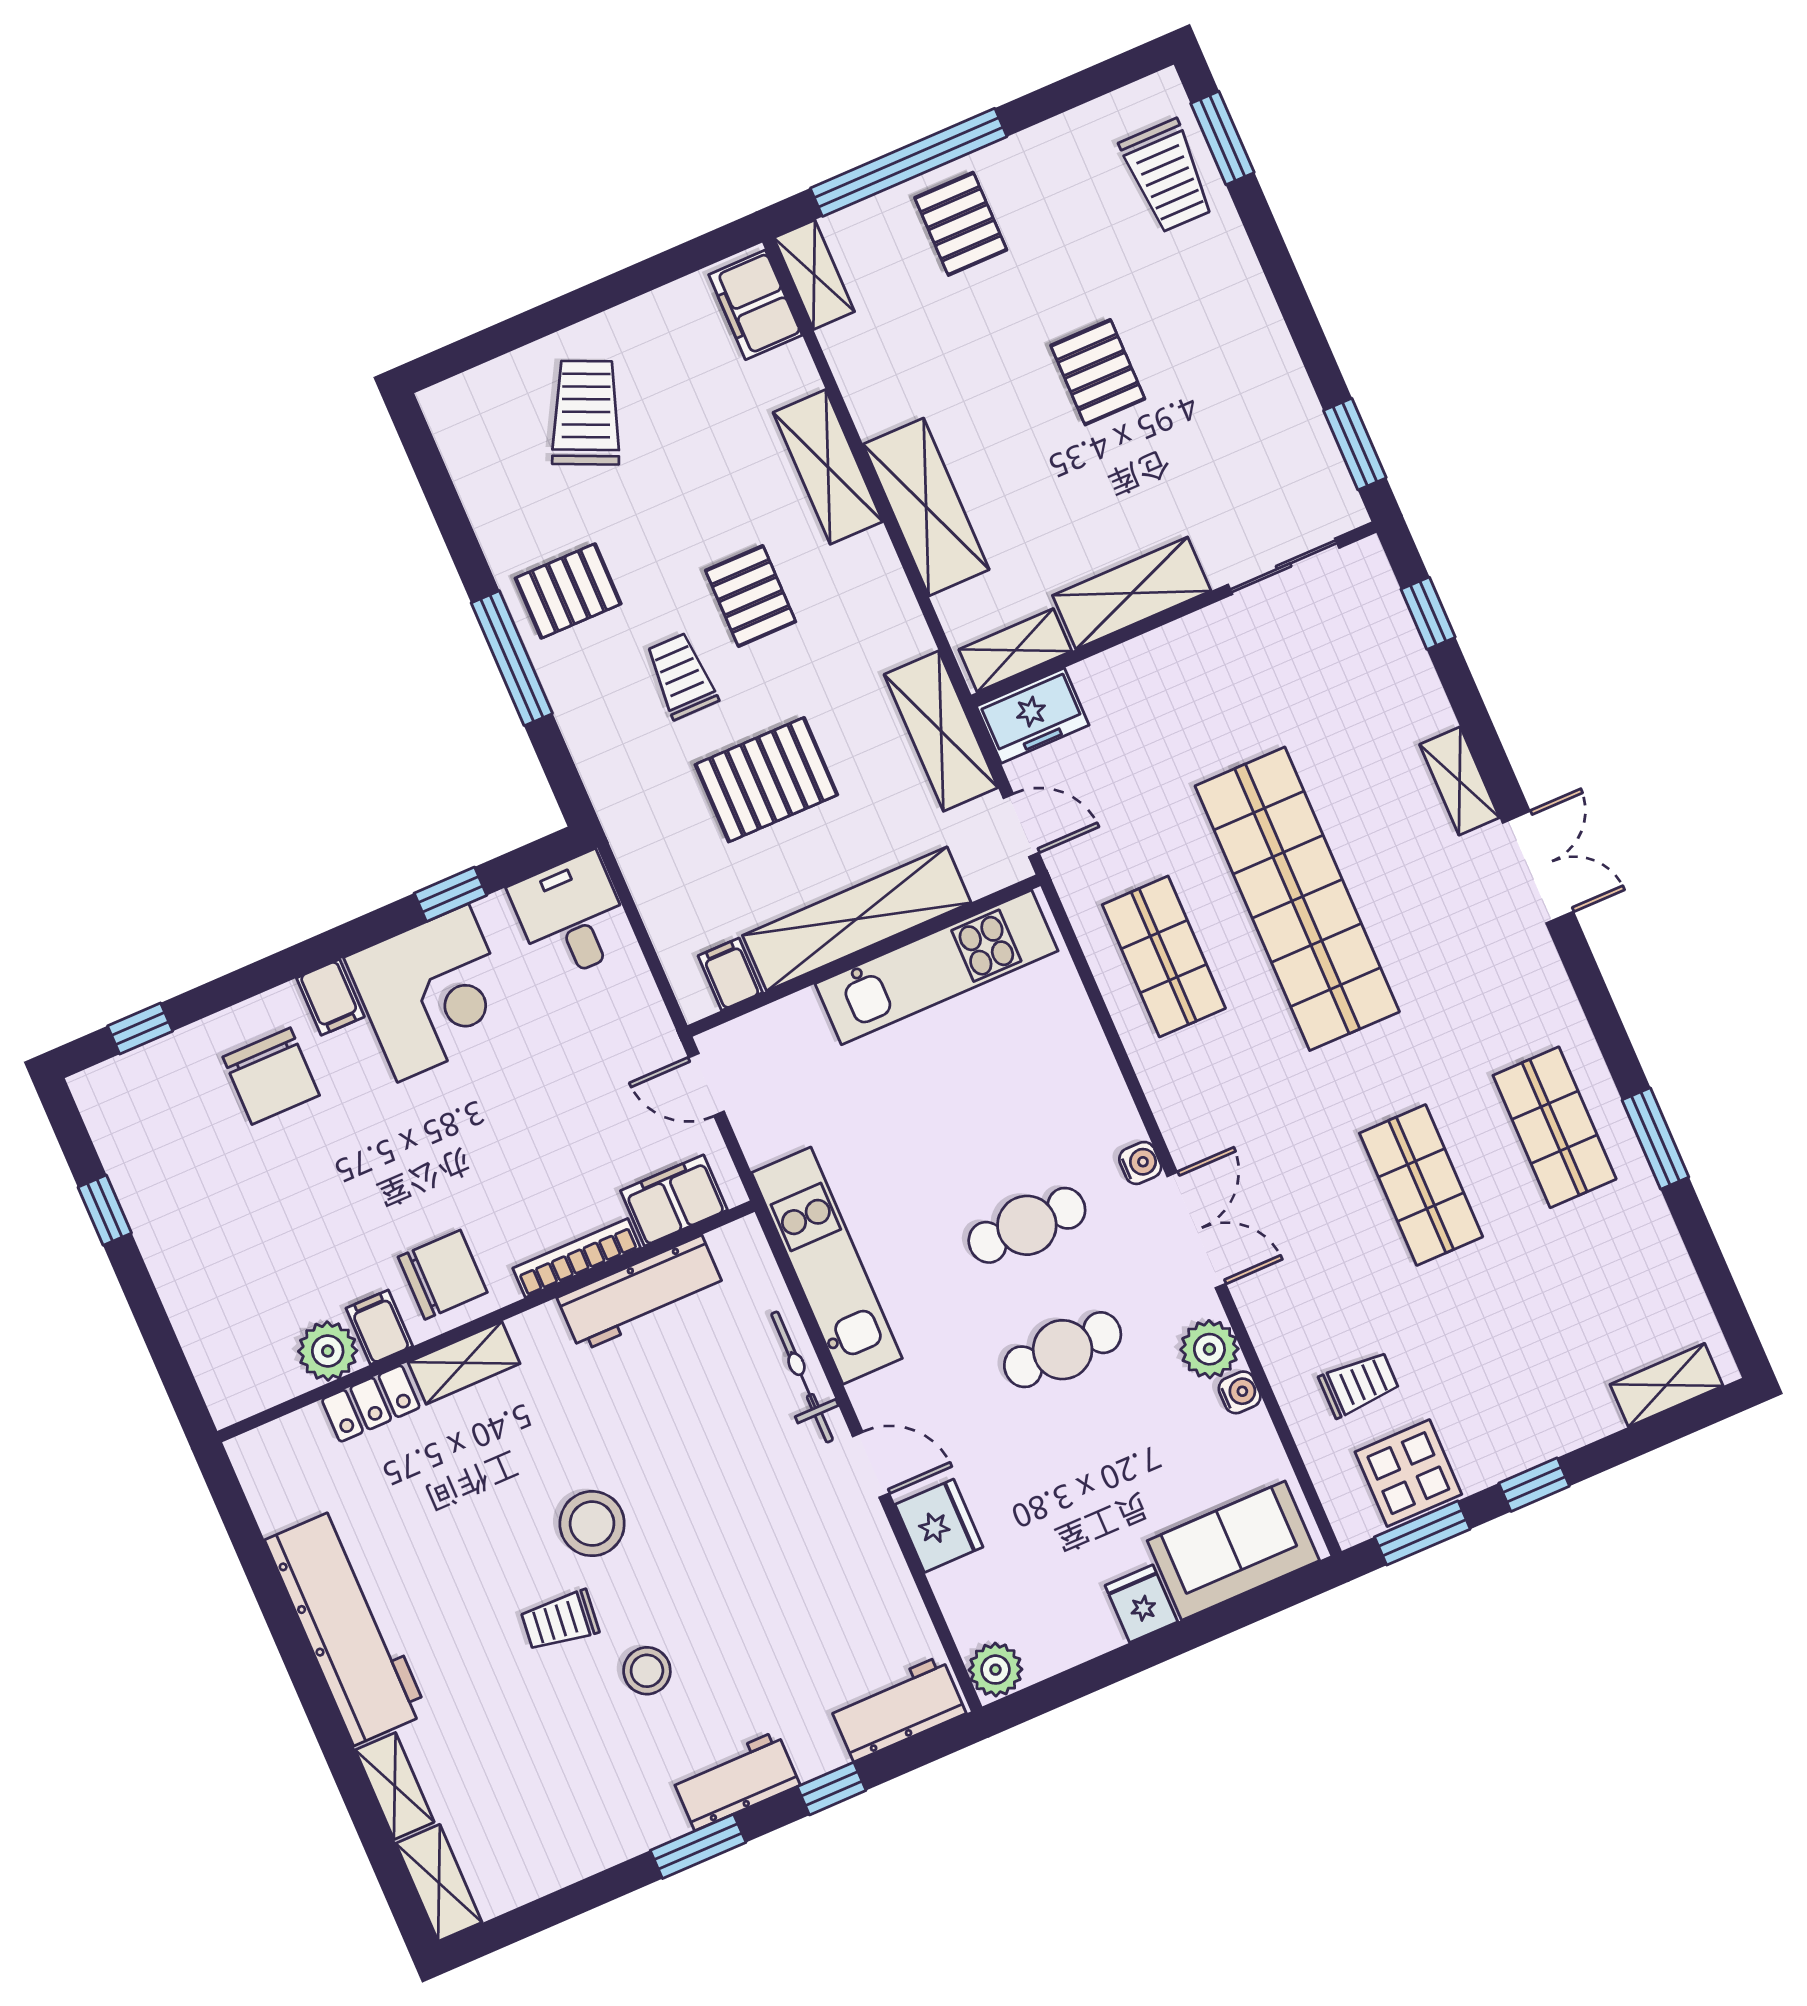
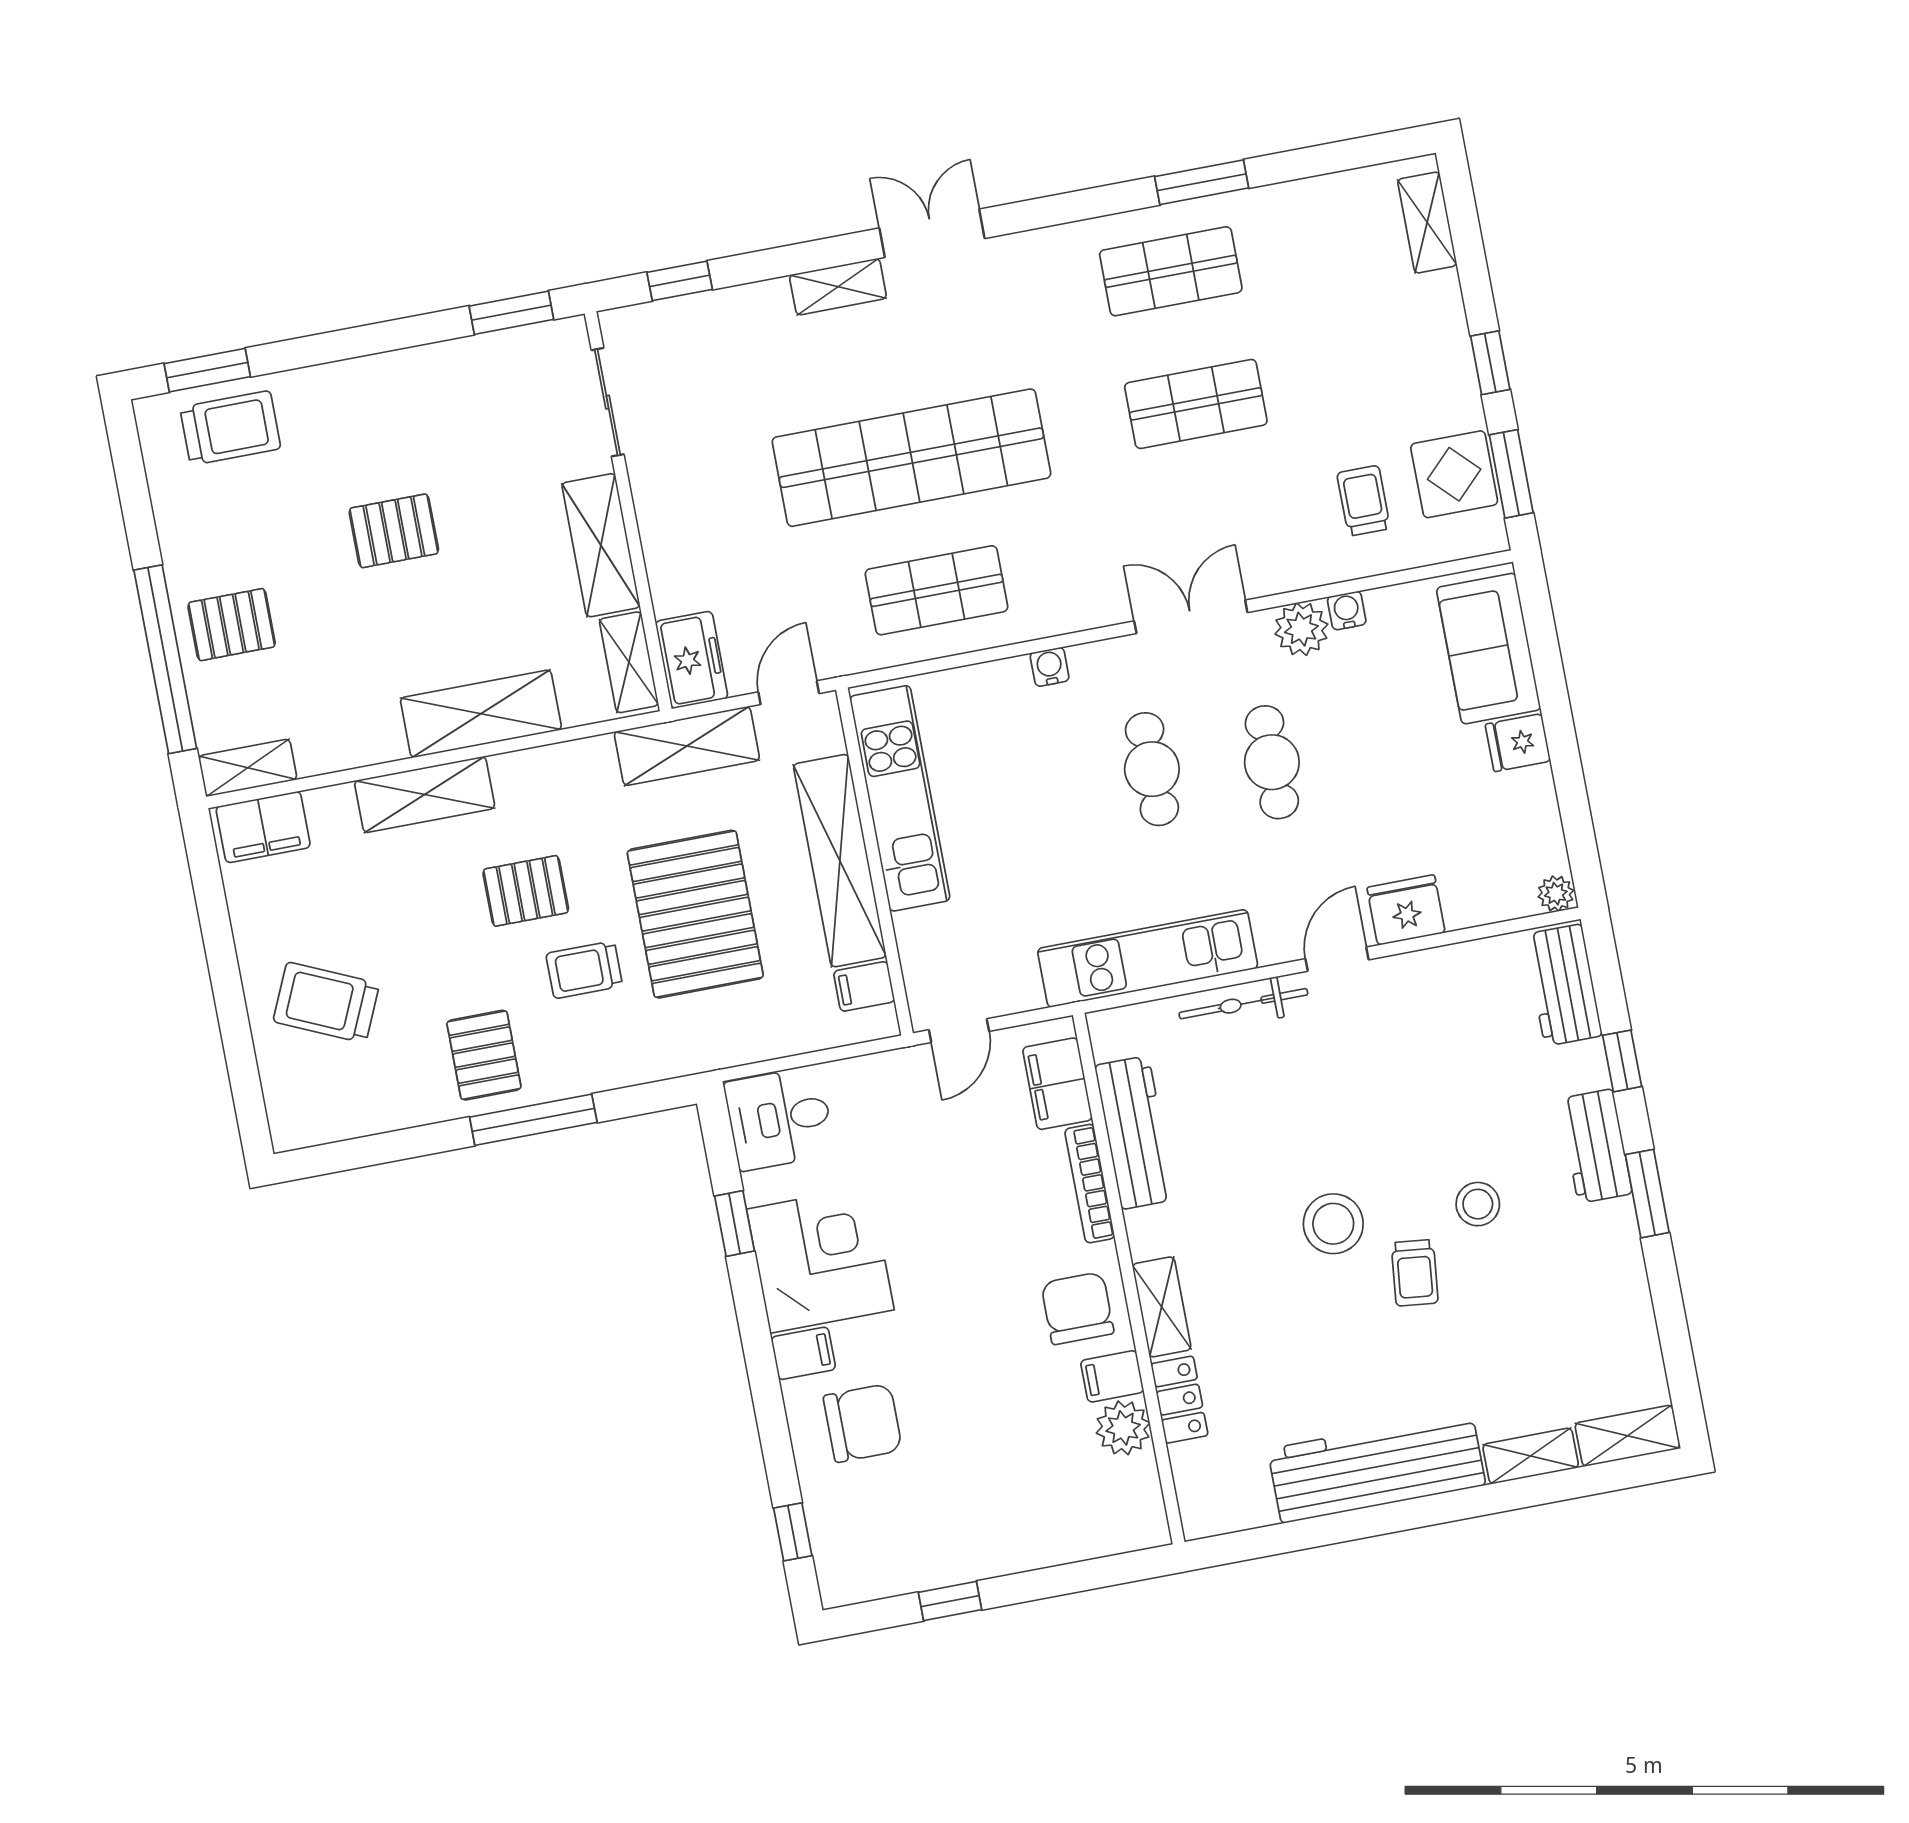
pallet: (766, 780) -> (695, 914), width x1.37, depth x1.41
water cooler: (1140, 1163) -> (1050, 667), moved
plant: (995, 1670) -> (1556, 894), width x0.73, depth x0.73

